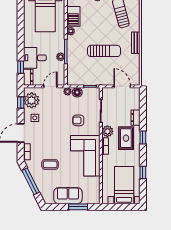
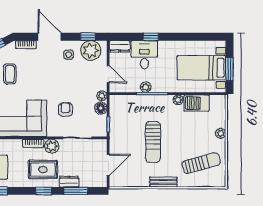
window: (21, 67) -> (151, 37), moved
window: (143, 112) -> (76, 191), added

